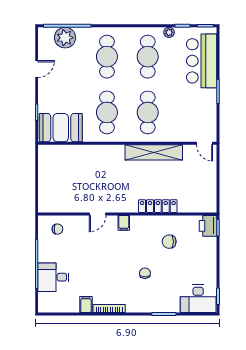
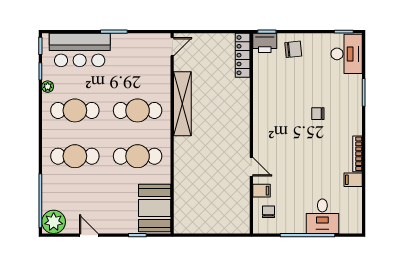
plant: (65, 38) -> (54, 222), moved
locker: (158, 206) -> (243, 55), moved
filing cabinet: (124, 223) -> (261, 191), moved
chair: (169, 242) -> (293, 49), moved, turned -96

